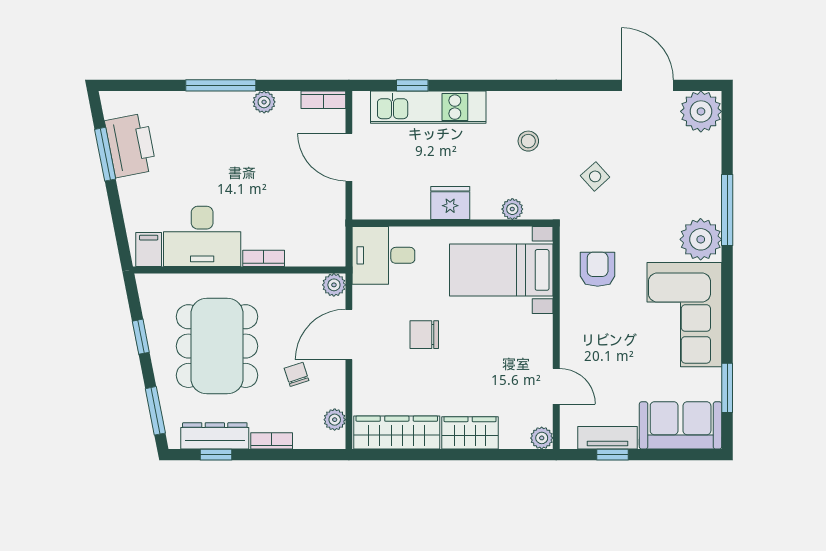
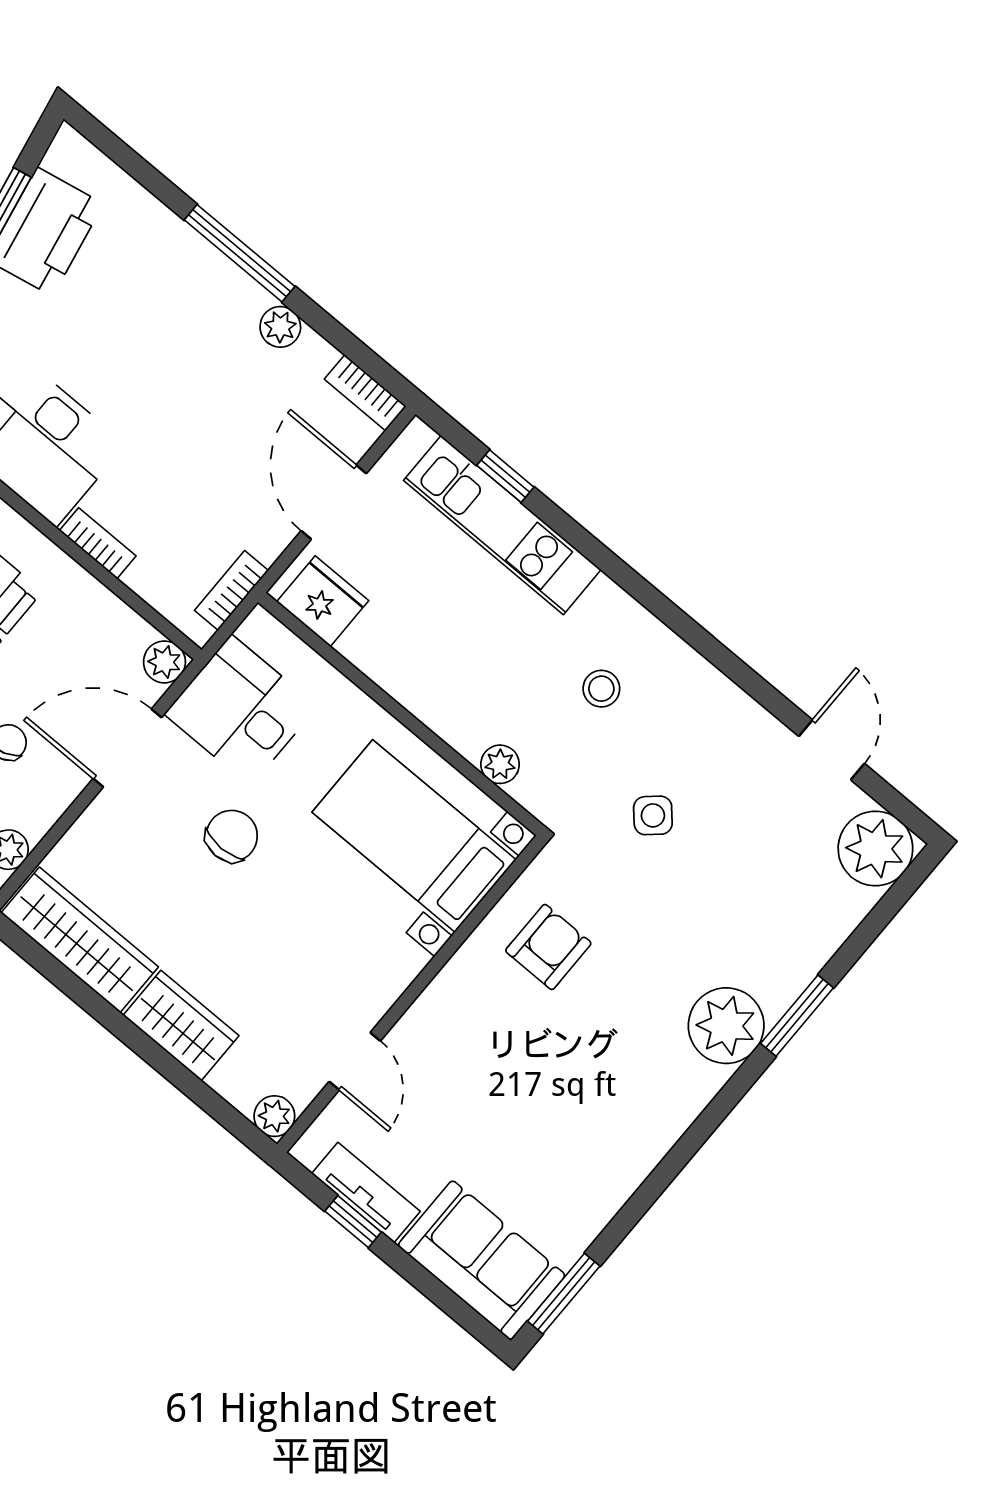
door: (647, 85) -> (832, 750), width x0.73
fridge: (450, 203) -> (323, 601), moved
window: (727, 210) -> (797, 1016), width x0.69
bookcase: (337, 231) -> (231, 590), added
desk: (383, 255) -> (241, 710), moved
corner sofa: (684, 315) -> (616, 1111), removed
chair: (424, 335) -> (232, 836), turned 90
window: (727, 388) -> (564, 1294), moved

